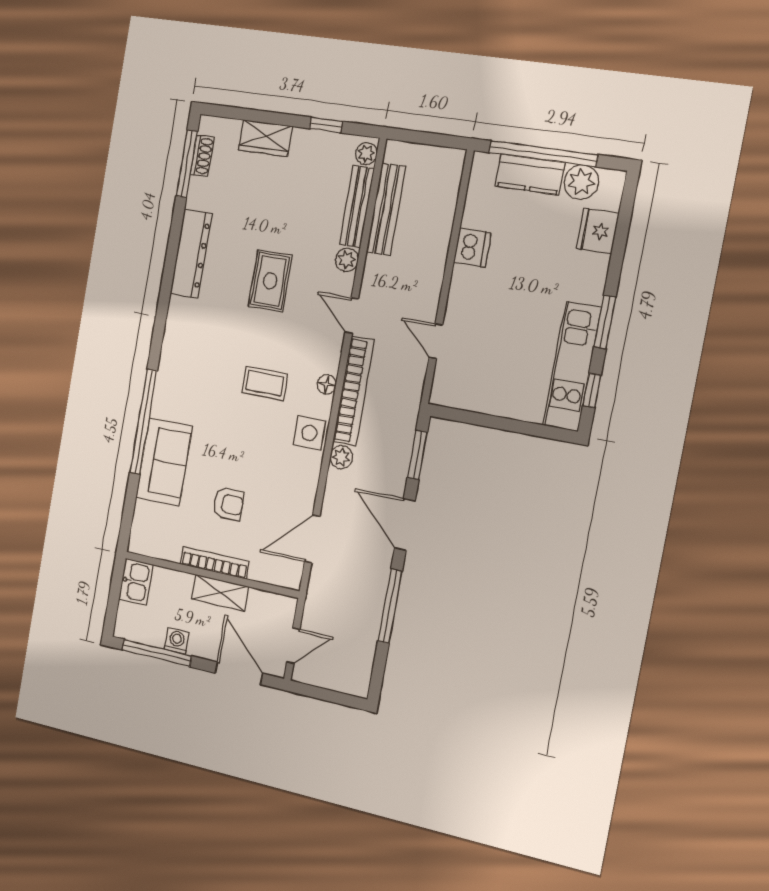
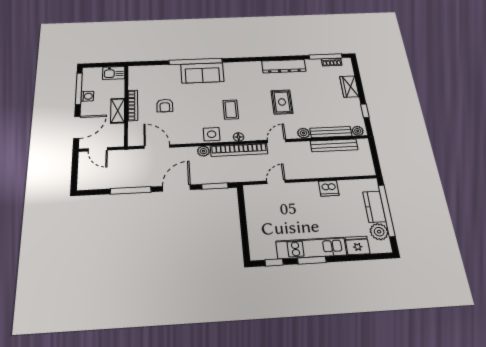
rug: (270, 281) -> (282, 102), turned 90
kitchen unit: (572, 366) -> (311, 248), moved
sofa: (164, 462) -> (202, 73), moved

